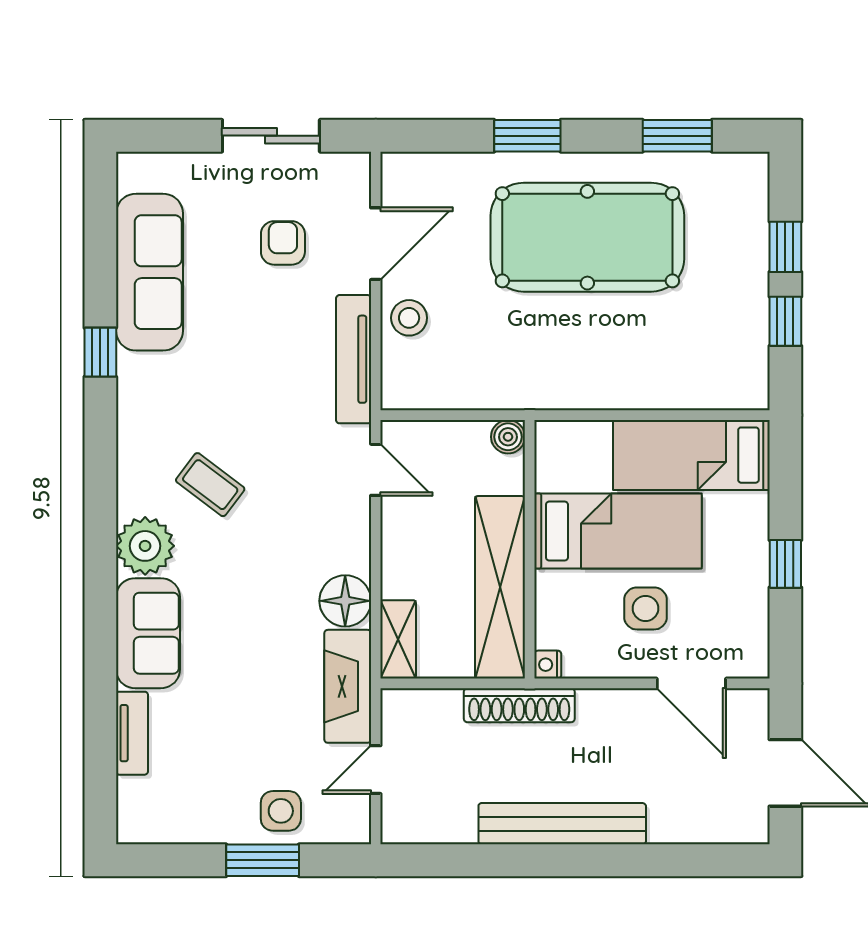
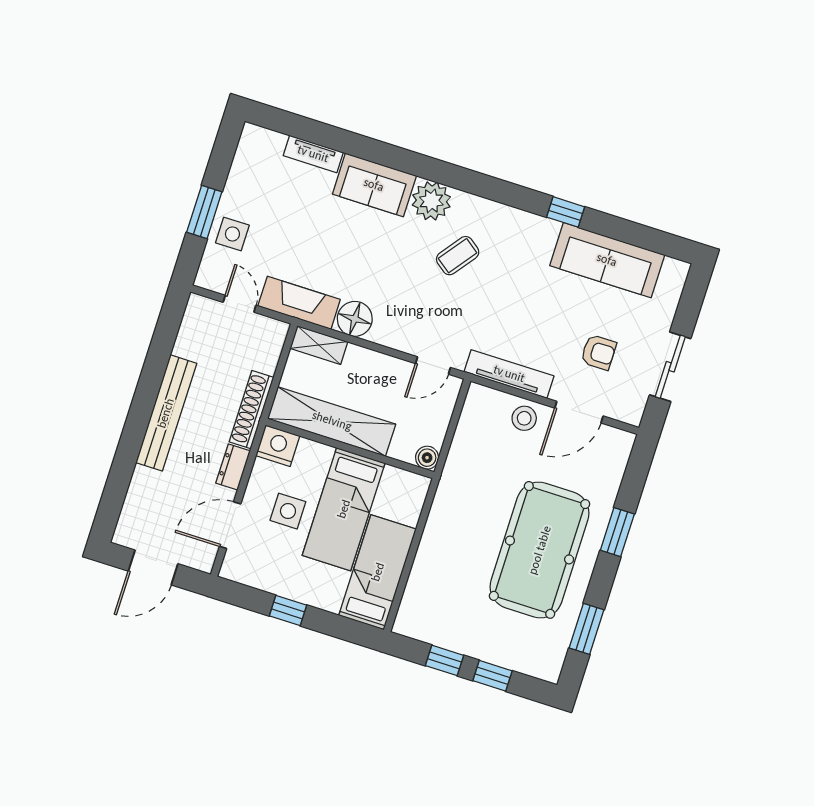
door: (376, 244) -> (579, 412), hinge flipped
nightstand: (548, 665) -> (278, 446), width x1.89, depth x1.79
dresser: (608, 705) -> (233, 467), added

